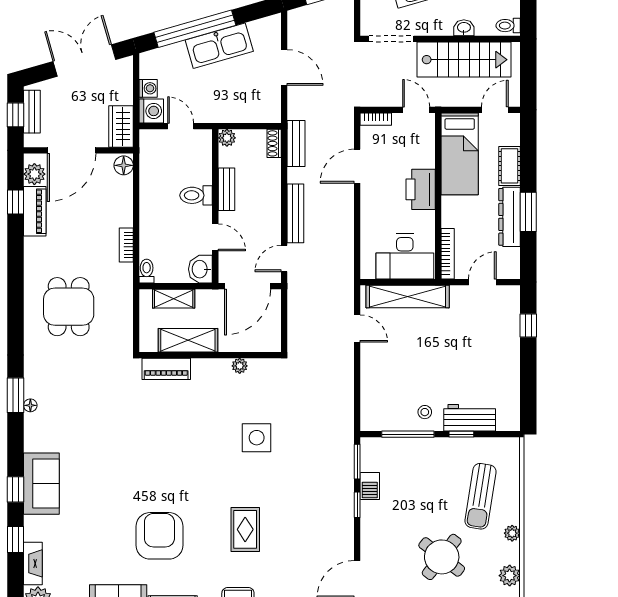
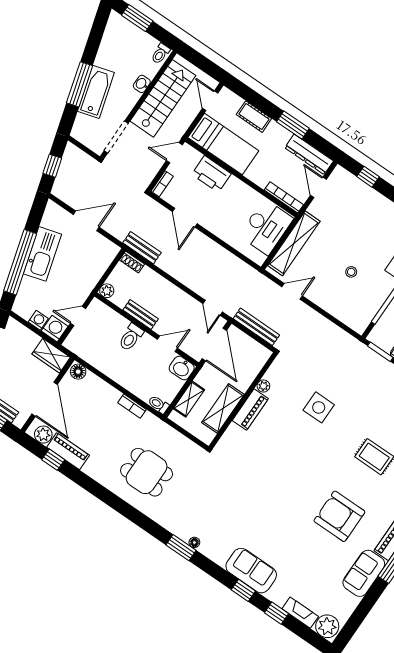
printer: (421, 189) -> (211, 174), moved
bench: (295, 213) -> (256, 327), moved
dresser: (510, 217) -> (309, 154), moved
piano: (166, 369) -> (250, 410), moved
stool: (425, 412) -> (351, 272), moved

